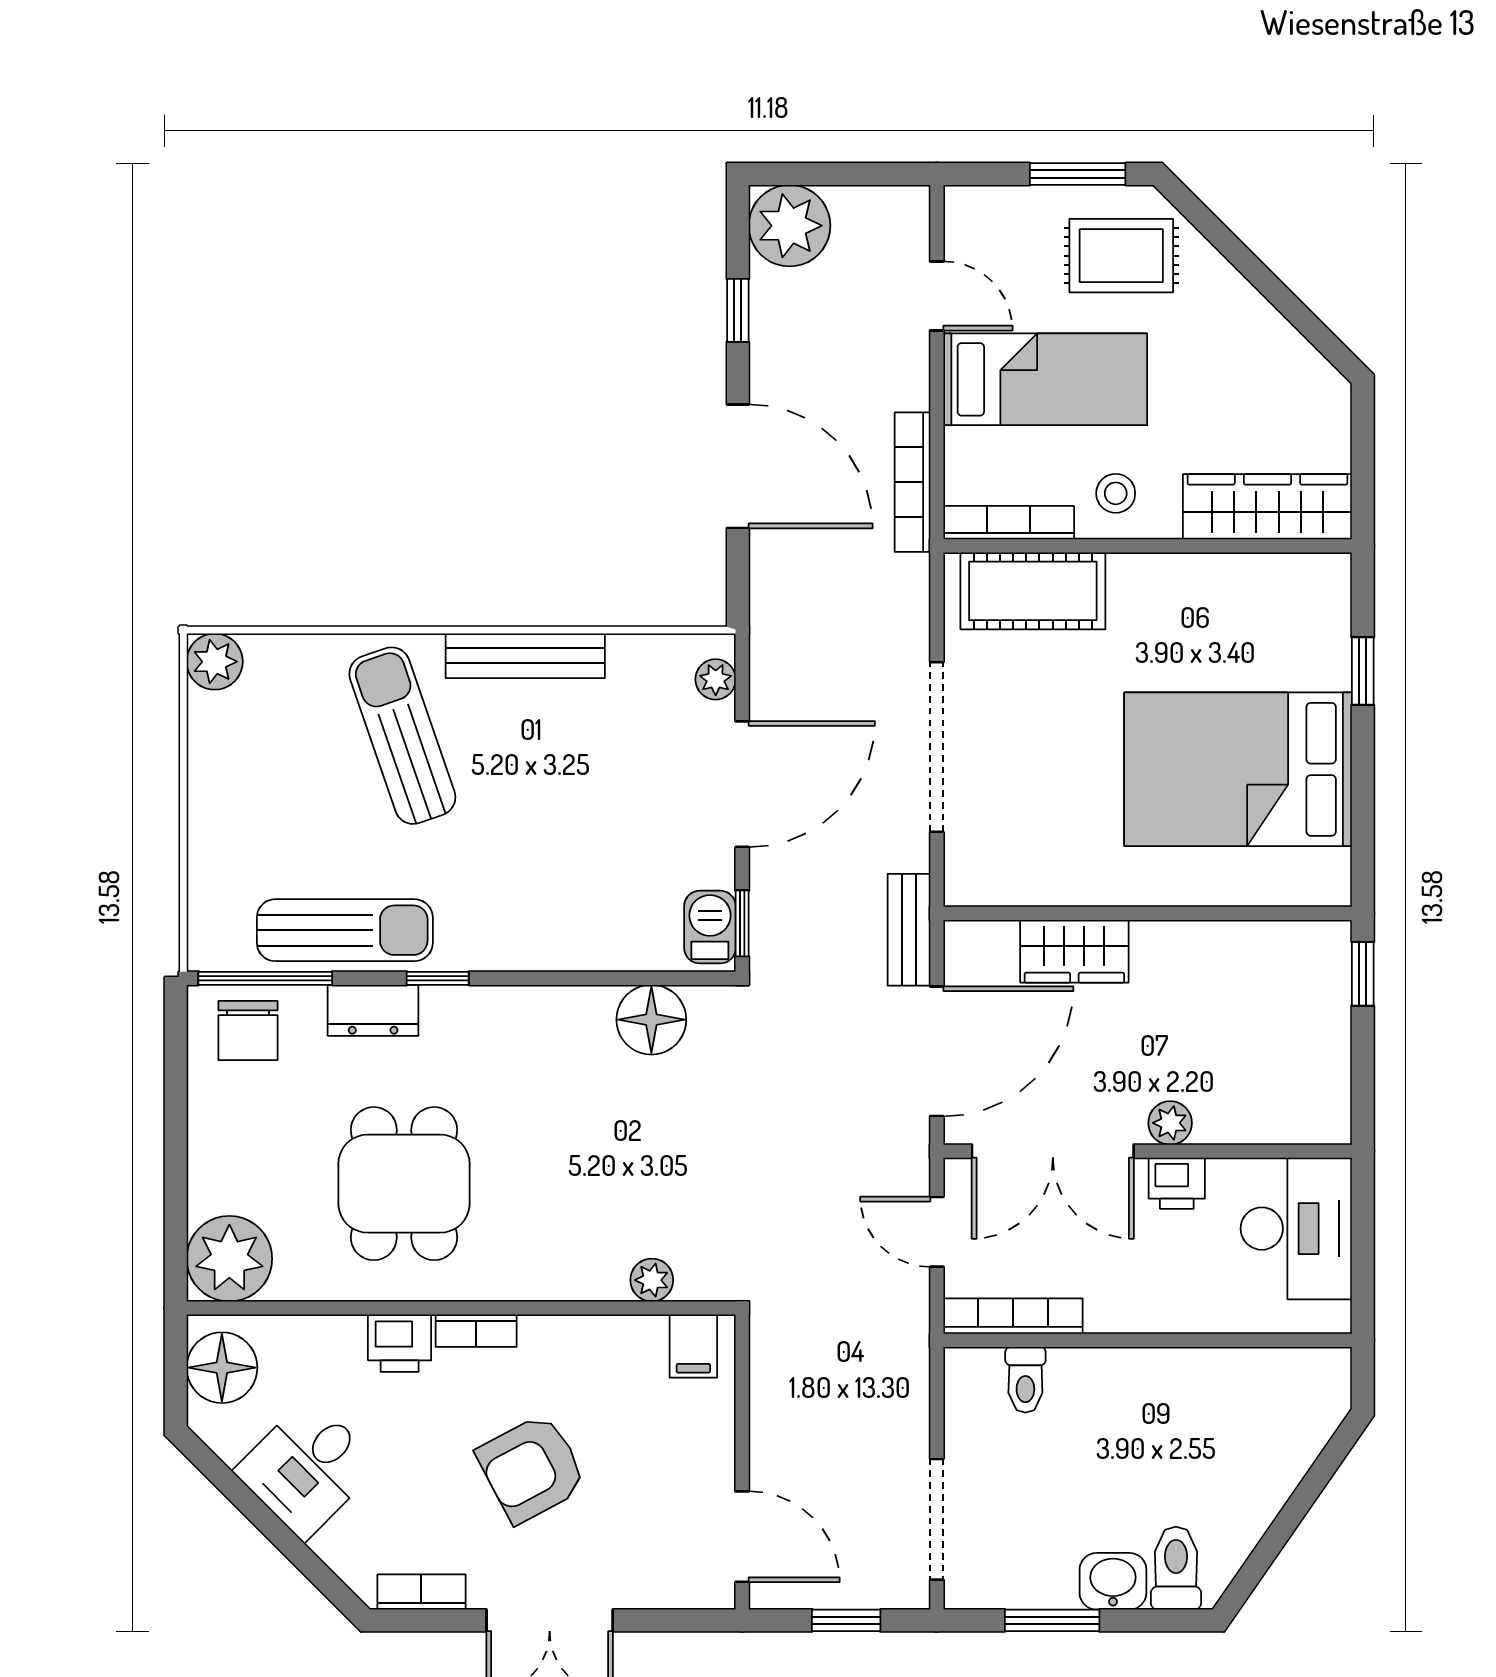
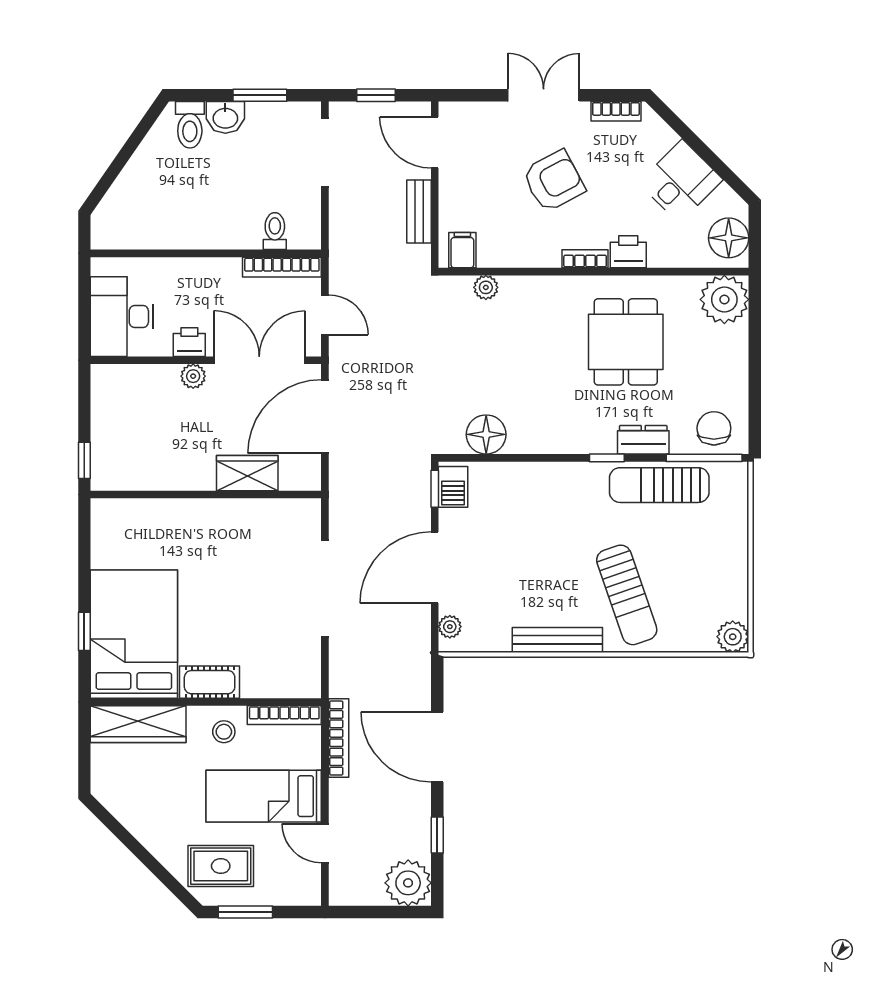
cot: (1033, 591) -> (210, 682), moved, width x0.73, depth x0.75
bed: (1238, 769) -> (134, 634), moved, turned -90
bench: (909, 930) -> (419, 211), moved

